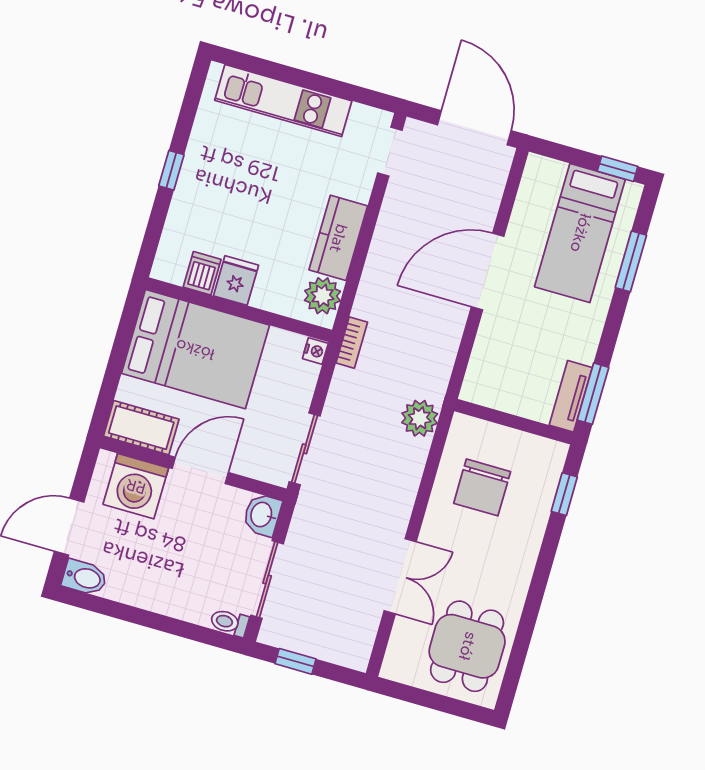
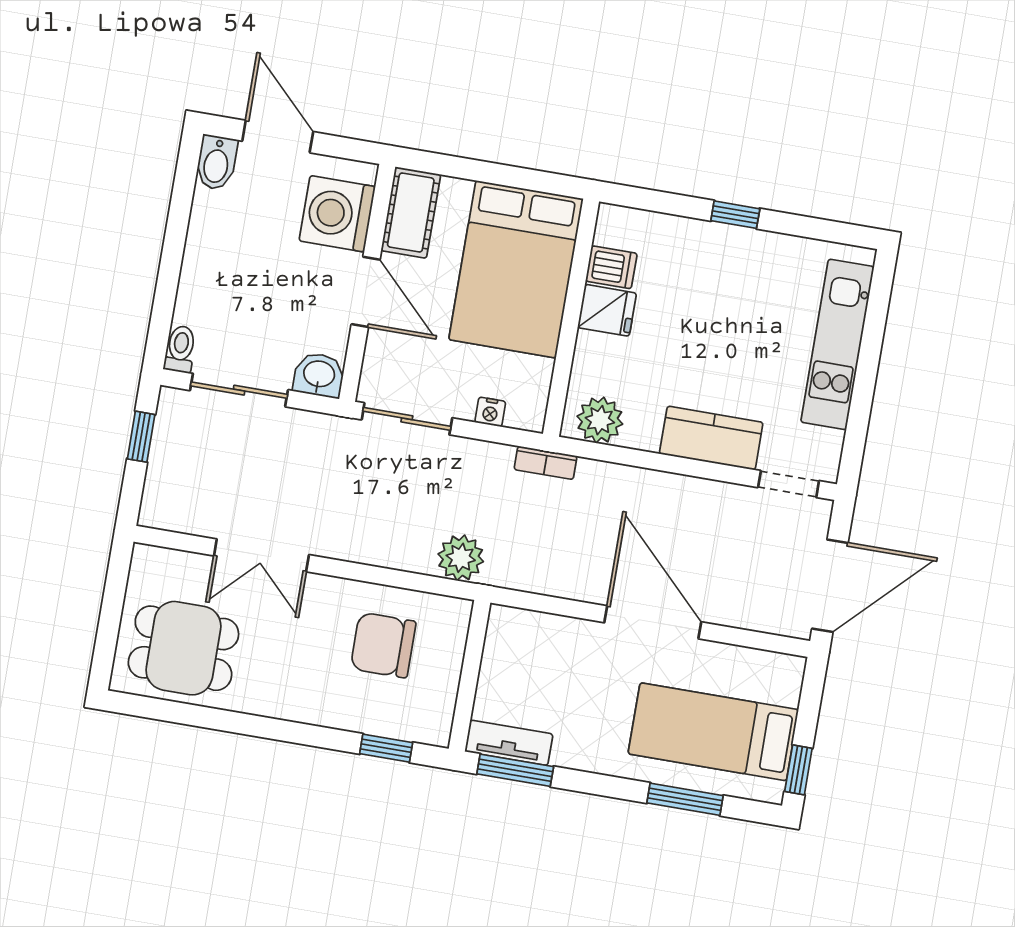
kitchen counter: (338, 238) -> (711, 438), moved
nightstand: (315, 351) -> (490, 412), moved

